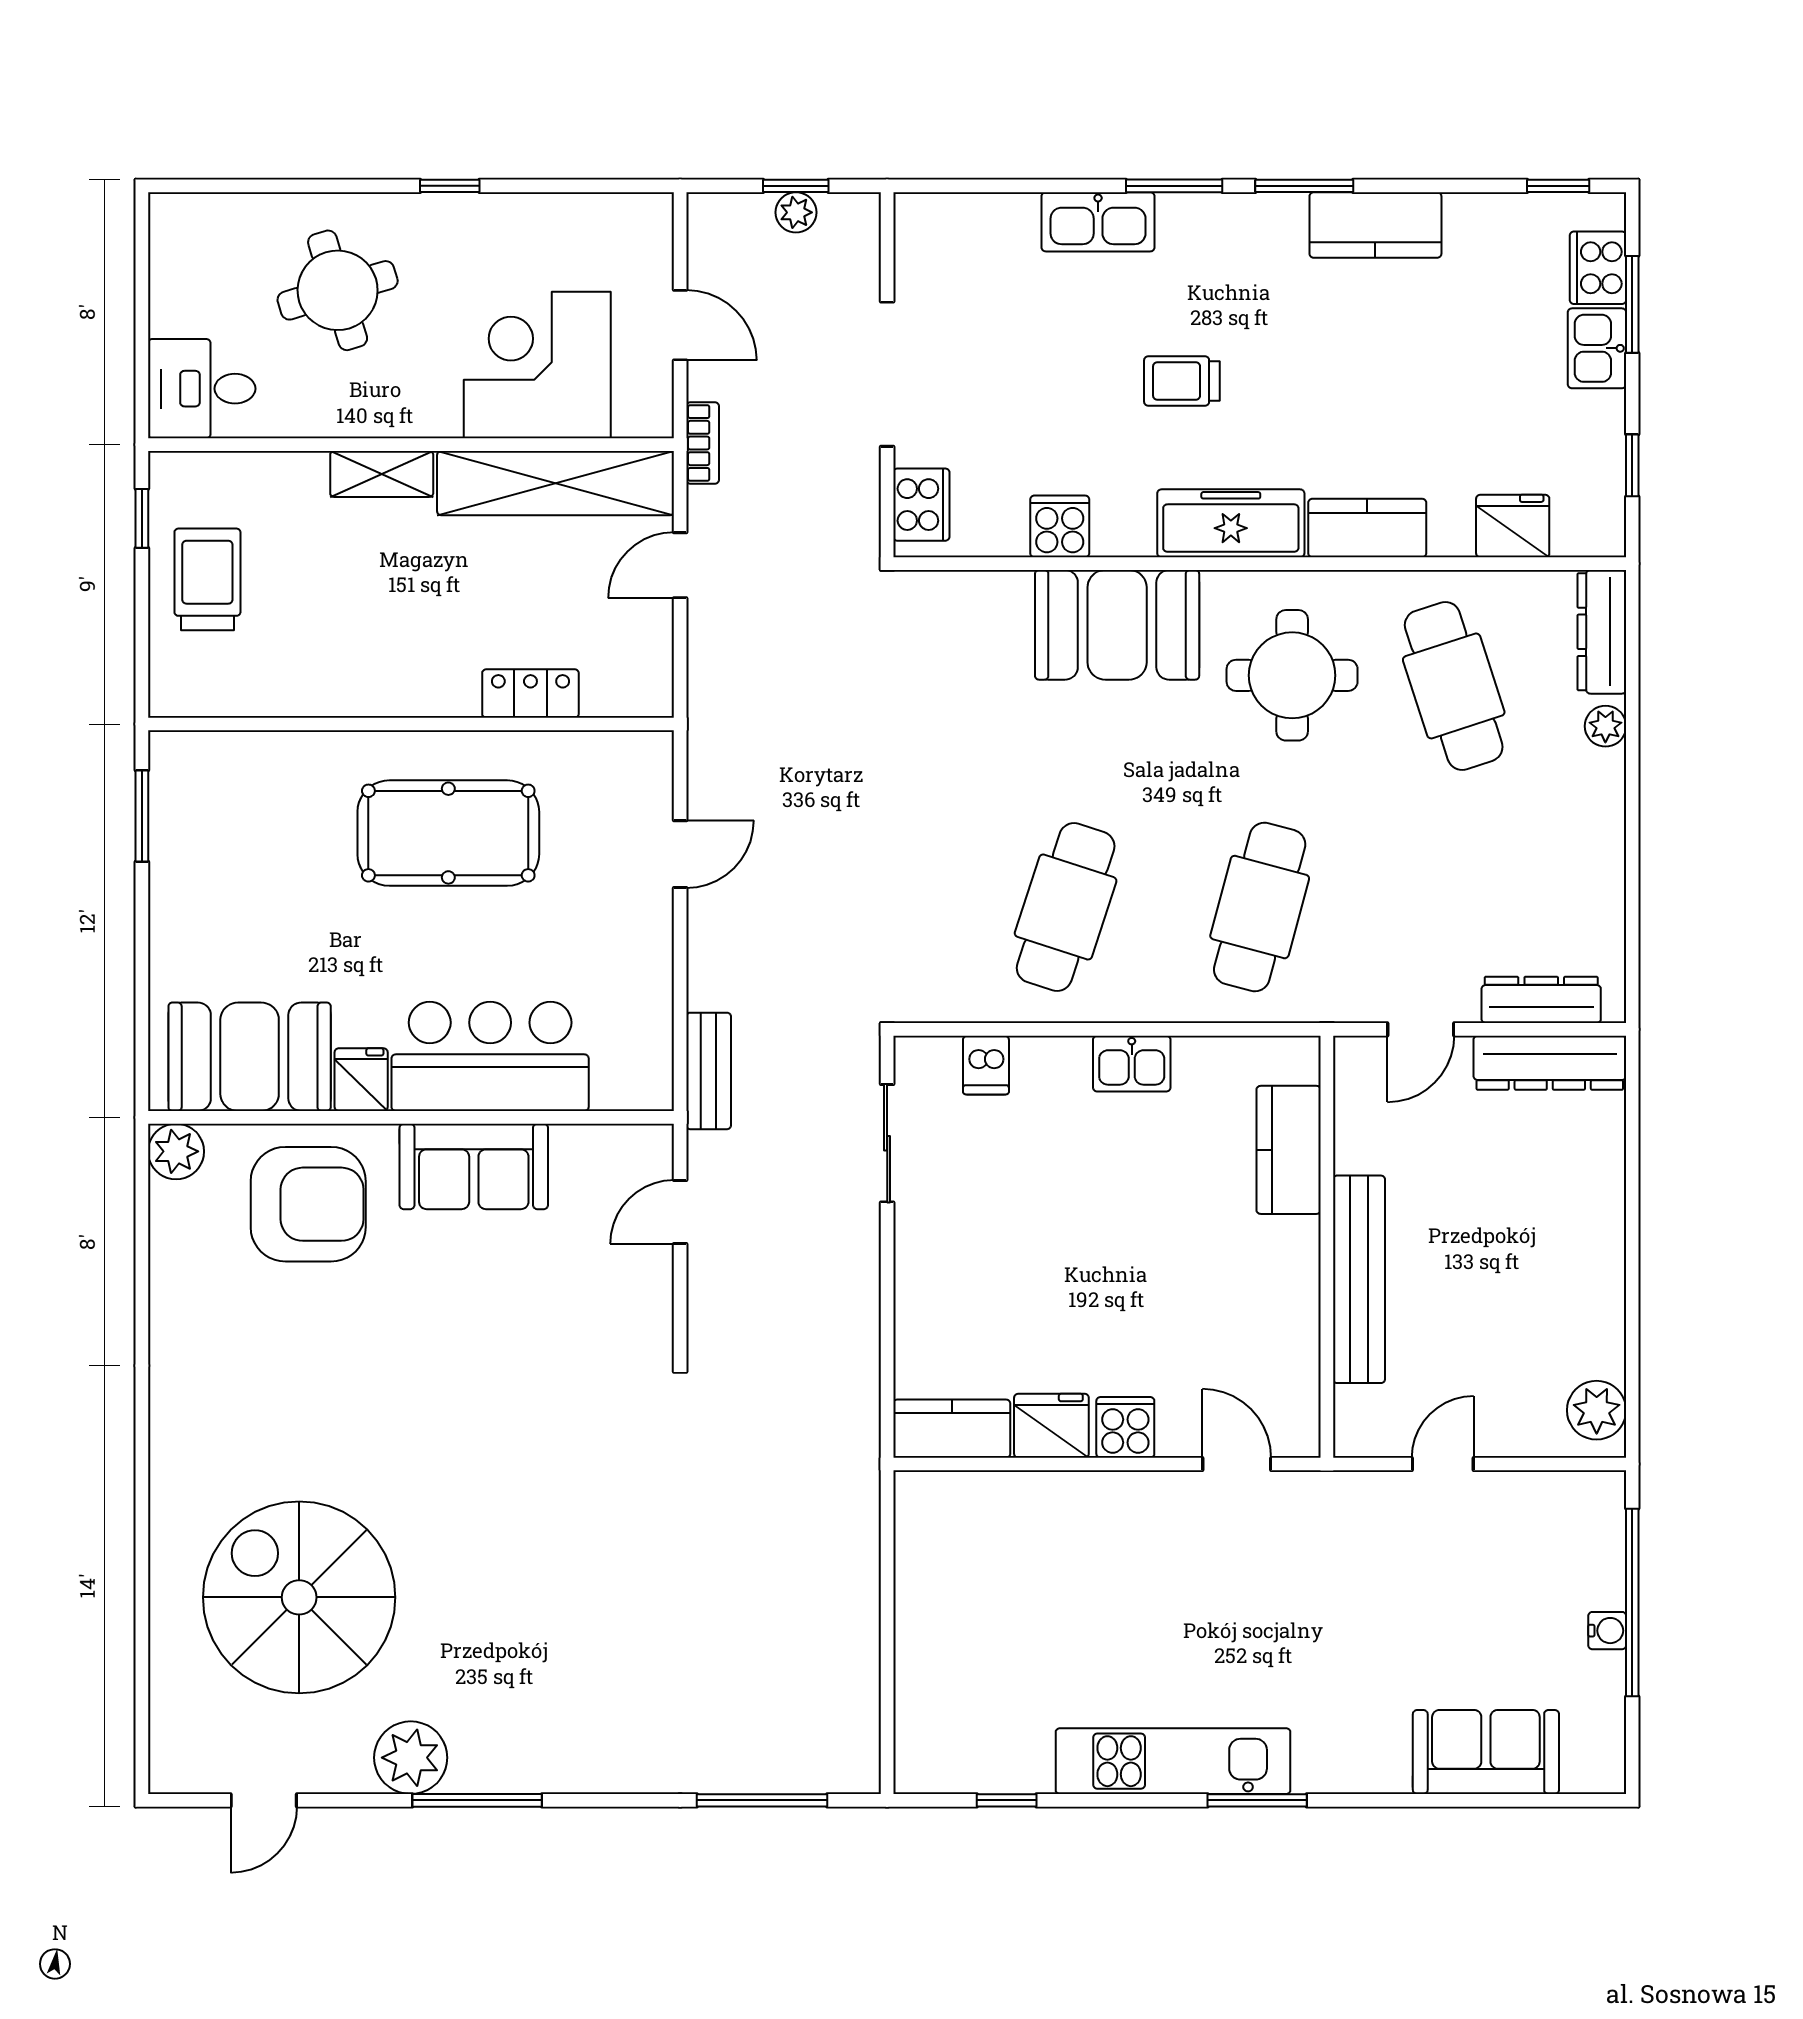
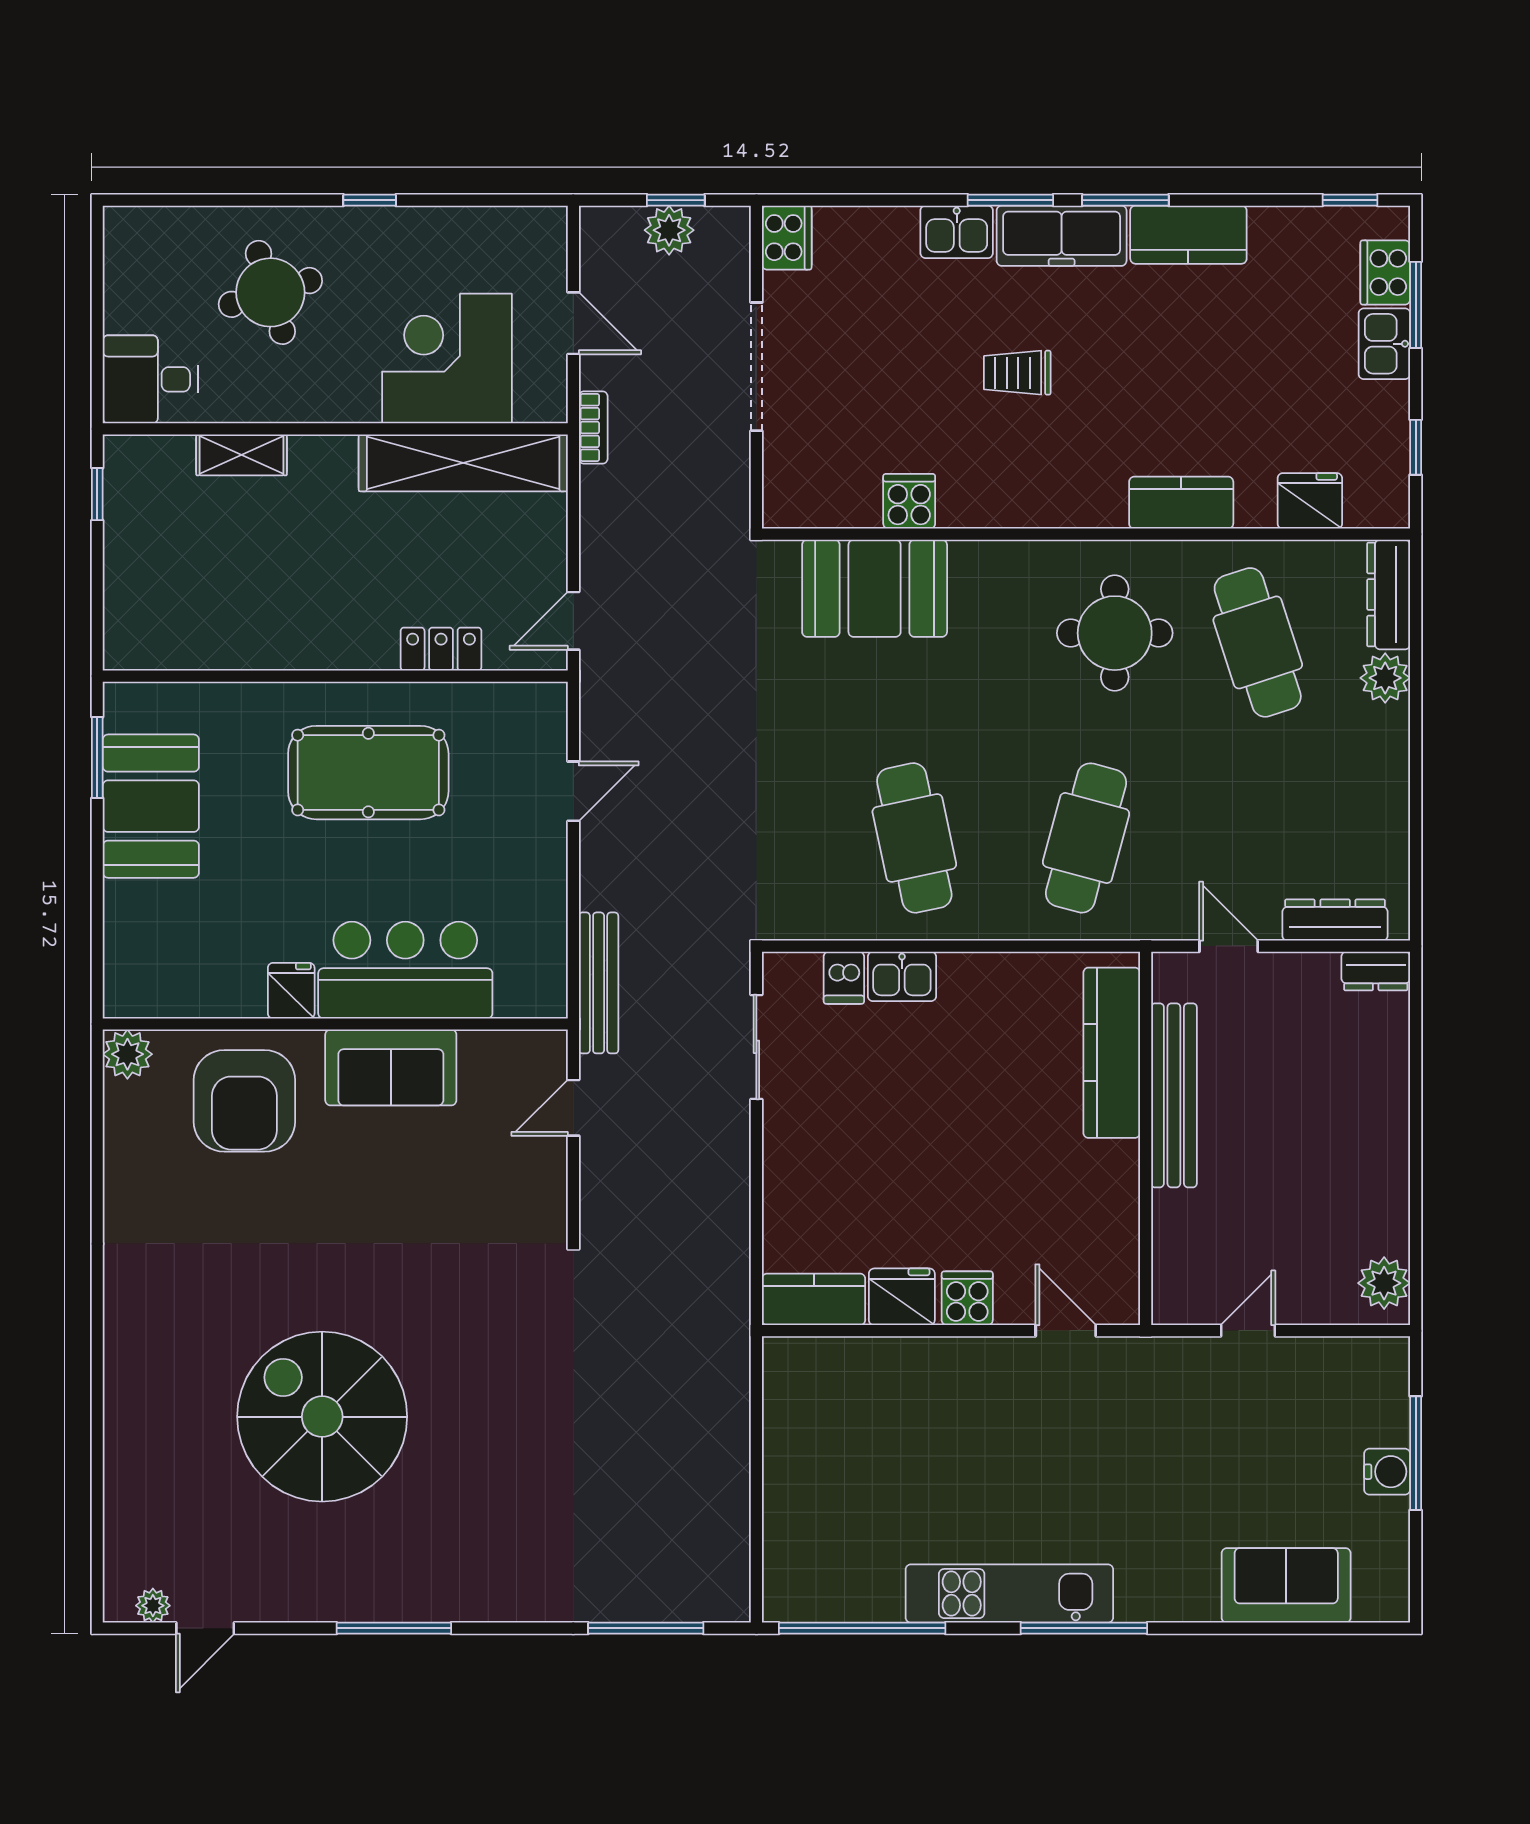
plant: (796, 212) -> (669, 230), width x1.38, depth x1.38
kitchen sink: (1098, 222) -> (957, 232), width x0.73
shelving: (382, 474) -> (242, 455), moved
cooker: (921, 505) -> (787, 238), moved
freezer: (1231, 523) -> (1062, 236), moved, turned 180
door: (680, 565) -> (573, 621), moved
trolley: (207, 579) -> (155, 548), removed
booth: (1117, 625) -> (875, 588), moved
plant: (1605, 726) -> (1385, 678), width x1.38, depth x1.38
cafe table: (1066, 907) -> (914, 838), turned -30
door: (1421, 1029) -> (1229, 946), swing flipped
booth: (250, 1057) -> (151, 806), moved, turned 90
dresser: (1550, 1063) -> (1376, 971), width x0.51, depth x0.80
kitchen sink: (1132, 1064) -> (902, 976), moved
bench: (709, 1071) -> (599, 983), width x1.36
kitchen counter: (1289, 1150) -> (1112, 1053), width x1.50
armchair: (308, 1204) -> (244, 1101), turned 90
bench: (1359, 1279) -> (1174, 1095), moved
spiral stairs: (299, 1597) -> (322, 1417), moved
window: (1632, 1602) -> (1416, 1453), width x0.68
water cooler: (1607, 1631) -> (1387, 1472), width x1.38, depth x1.38
plant: (411, 1758) -> (153, 1606), moved, width x0.53, depth x0.53
window: (1007, 1800) -> (862, 1628), width x3.17
window: (1257, 1800) -> (1084, 1628), width x1.44

